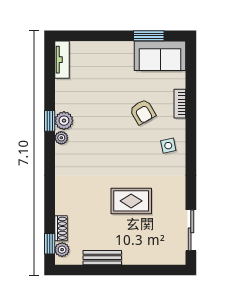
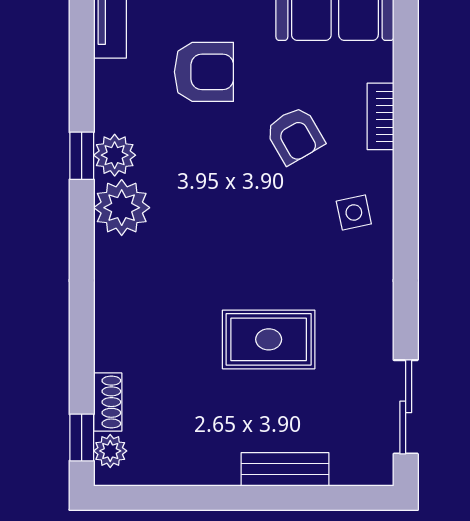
armchair: (103, 84) -> (204, 72), added
plant: (61, 138) -> (122, 208), width x1.88, depth x1.88
bench: (102, 258) -> (285, 469), moved

